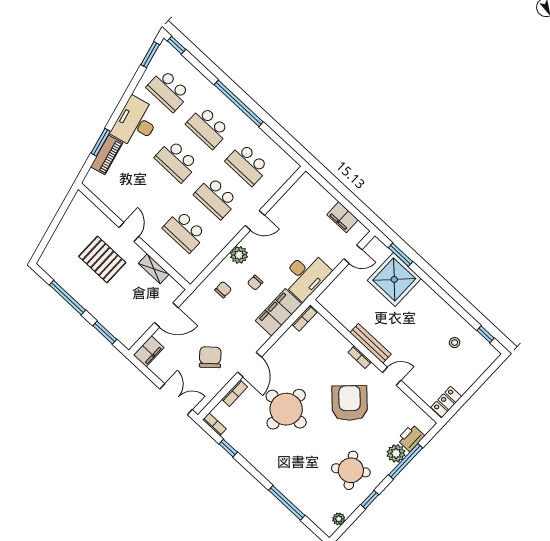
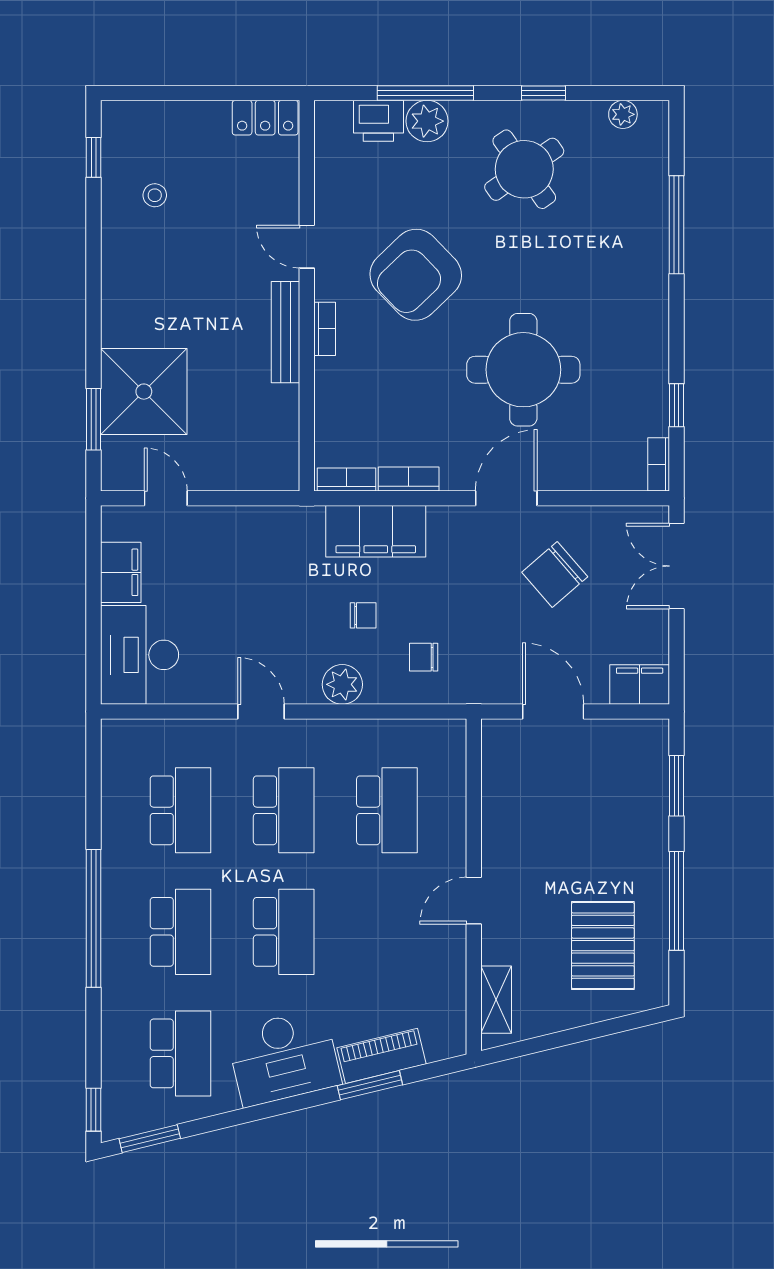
pallet: (102, 259) -> (603, 946), moved
shelving: (154, 269) -> (496, 1000), moved
desk: (305, 275) -> (140, 655), moved, turned -90
bookcase: (235, 393) -> (409, 479), moved

